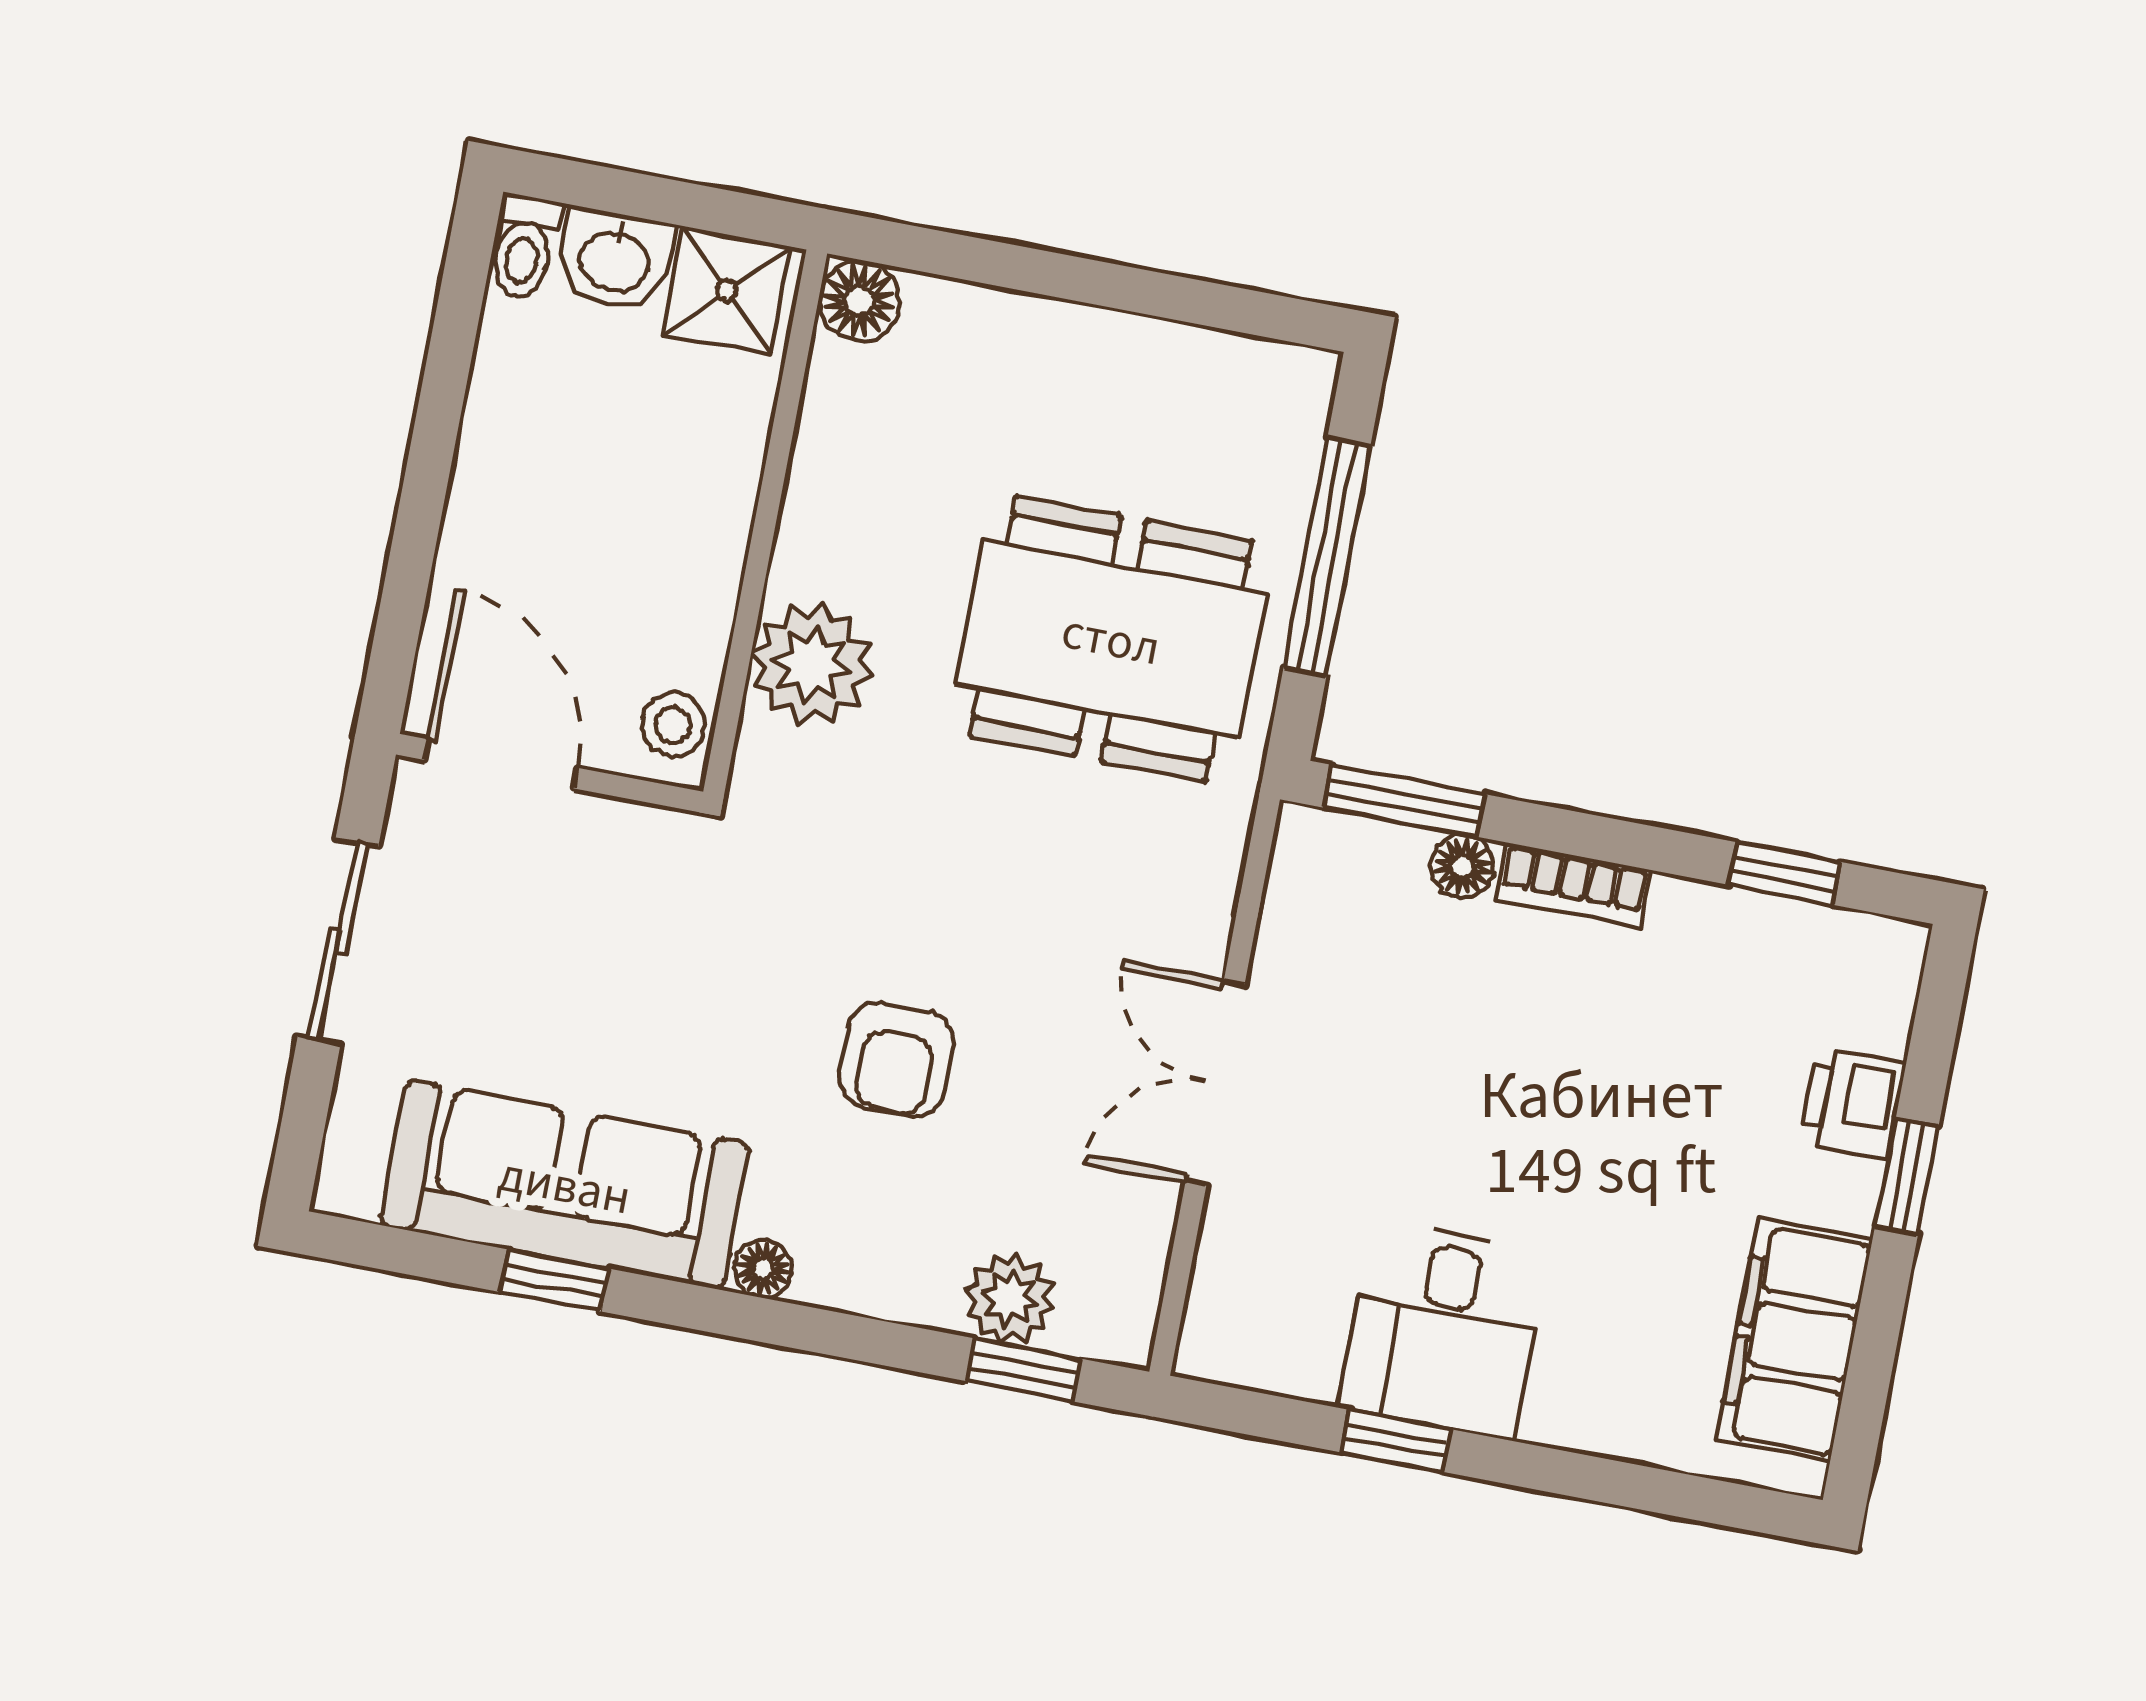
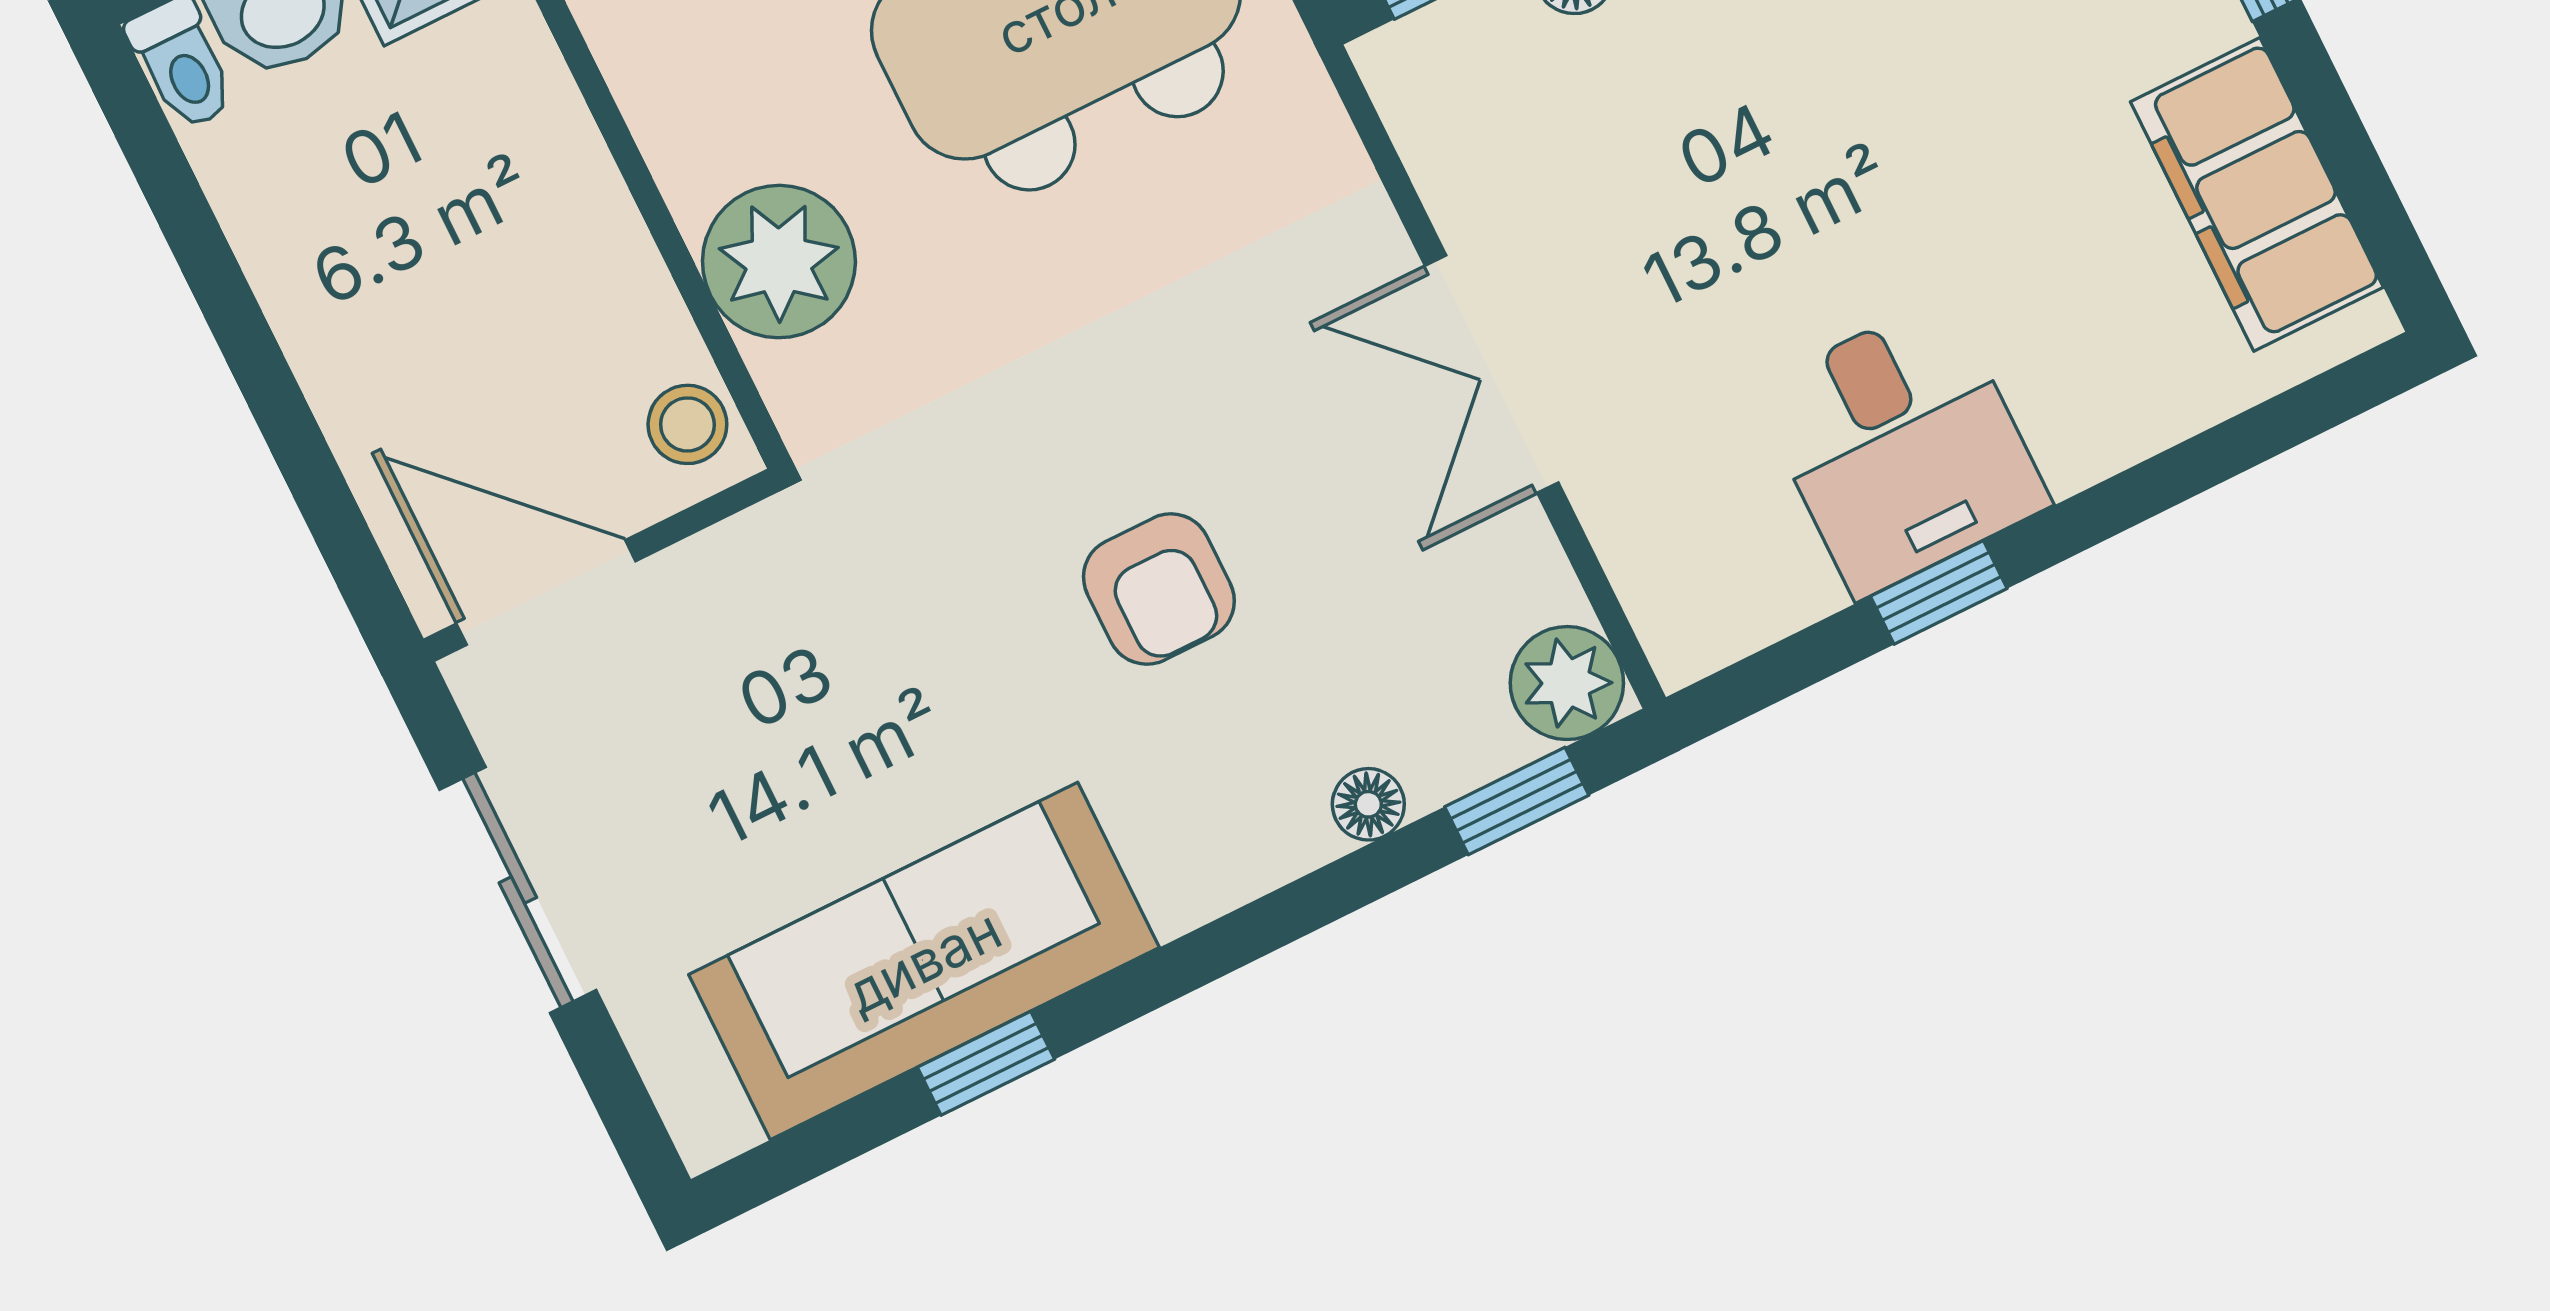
floor lamp: (763, 1269) -> (1368, 804), moved
plant: (1010, 1299) -> (1567, 683), moved

